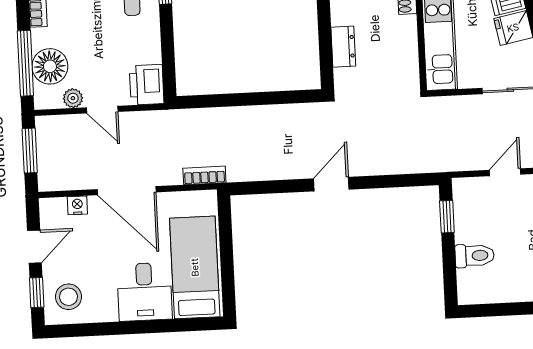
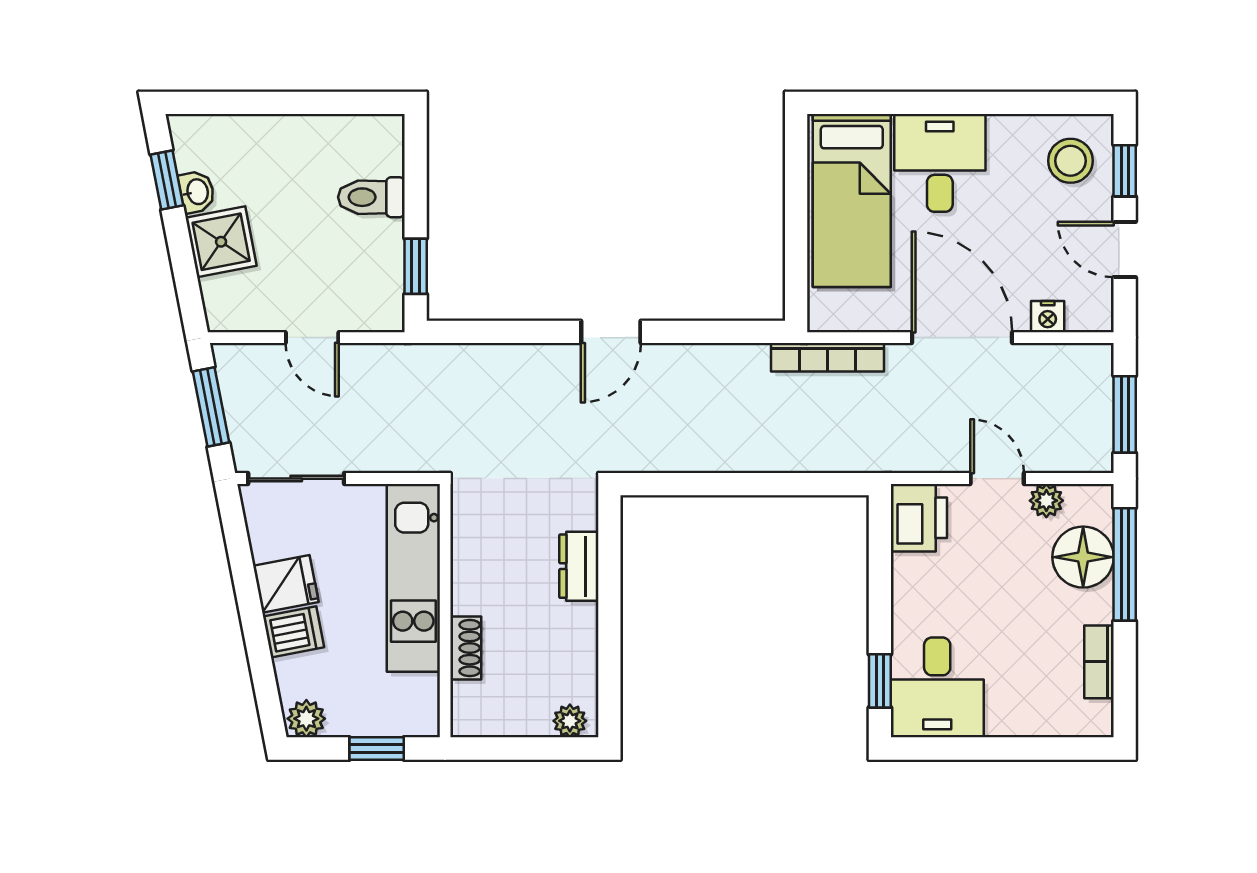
door: (505, 172) -> (312, 338), hinge flipped
bookcase: (204, 175) -> (827, 357), width x1.56
door: (34, 247) -> (1125, 249), hinge flipped

